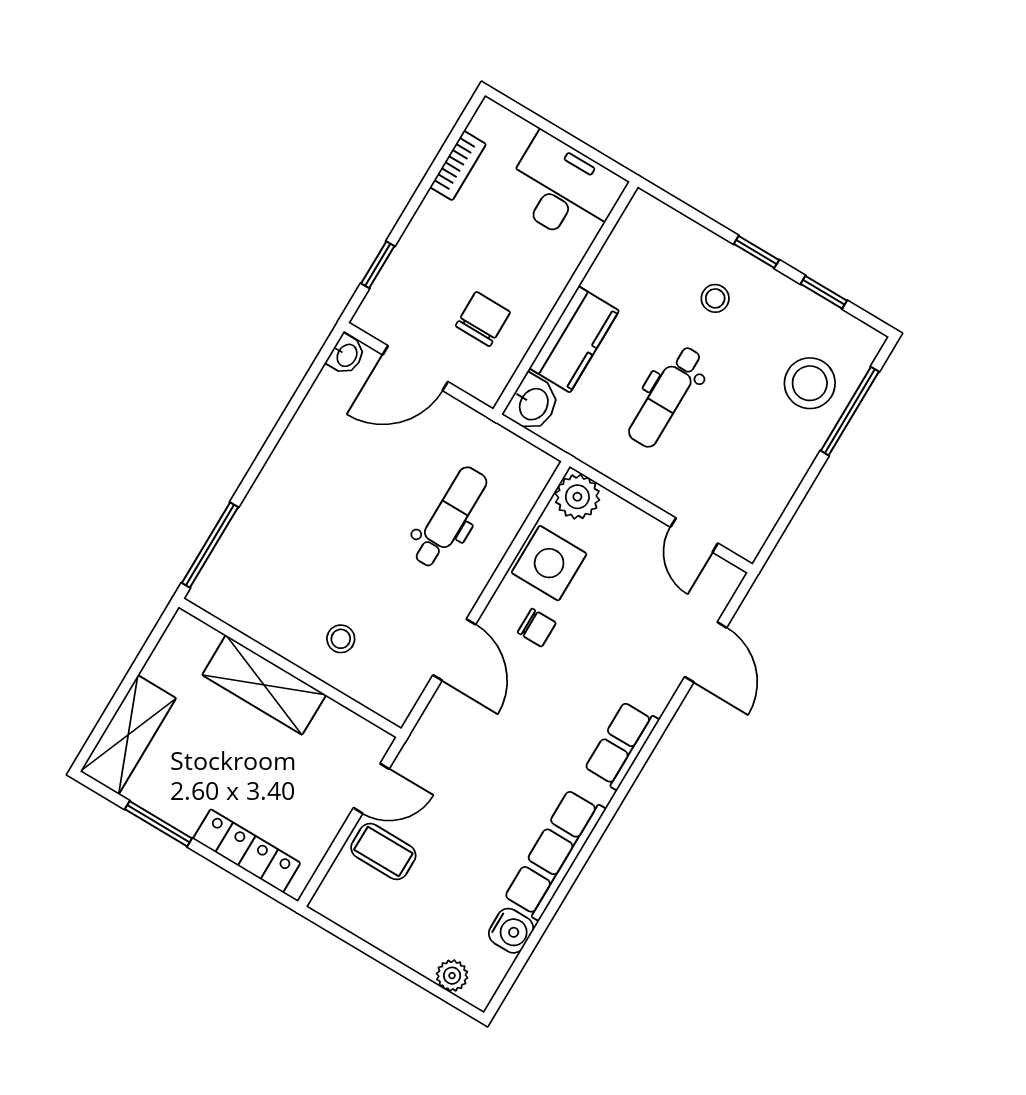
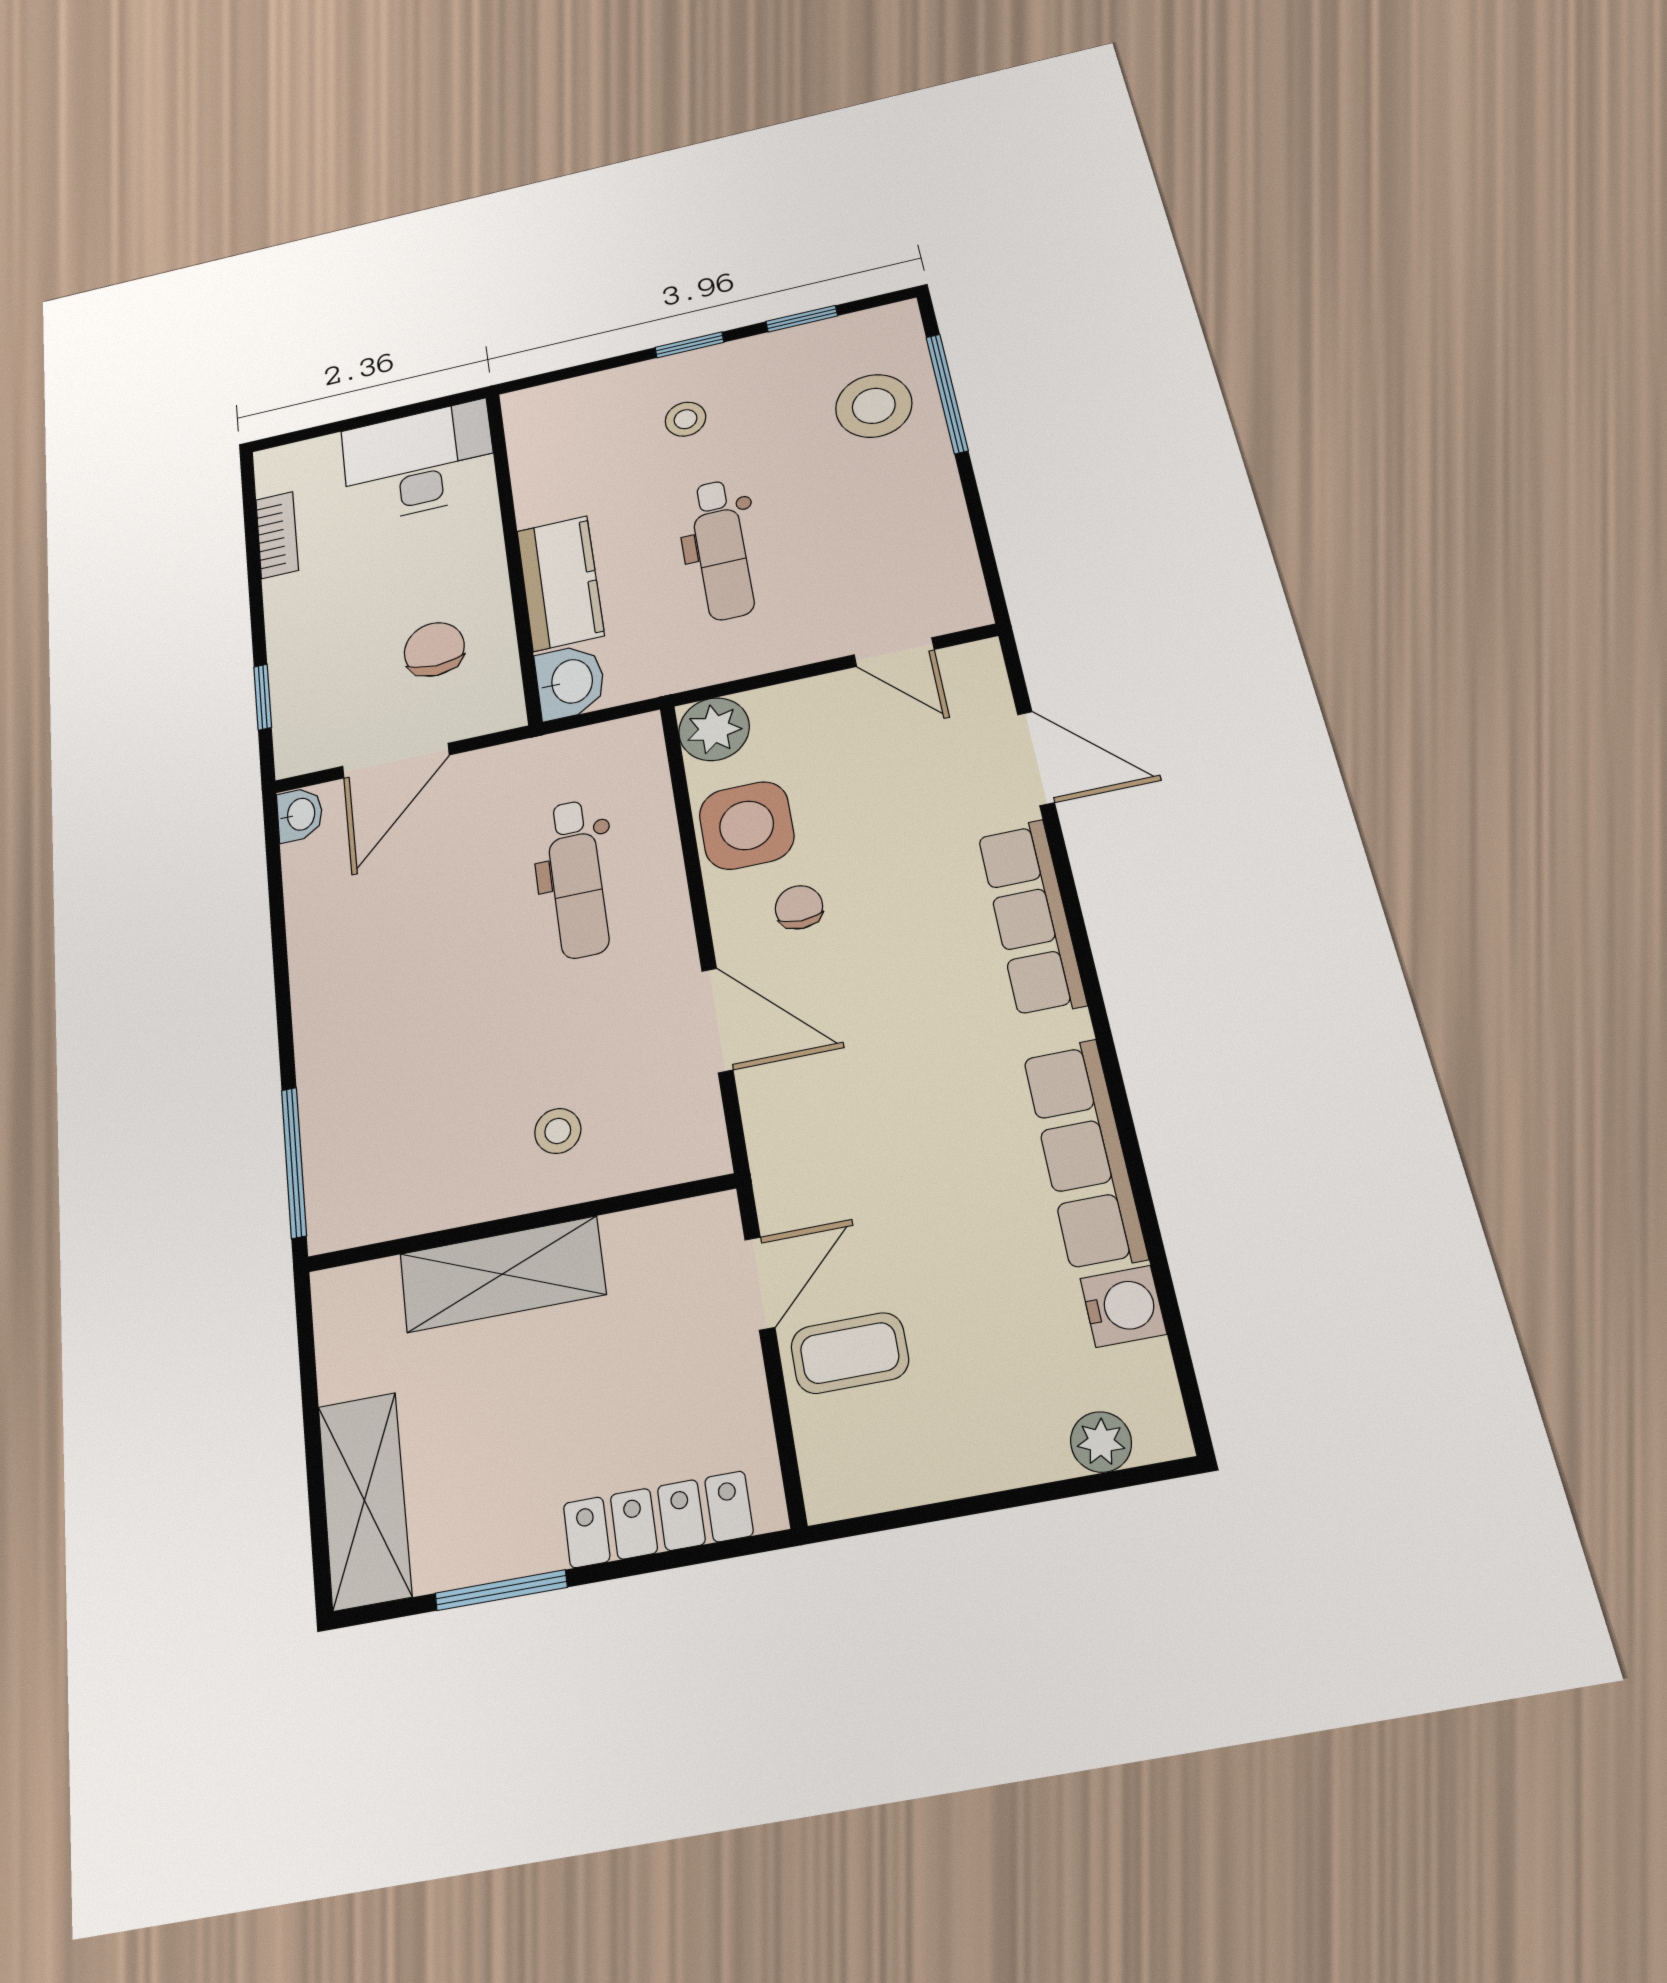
dental chair: (450, 517) -> (577, 878), turned 180
chair: (537, 628) -> (799, 907), turned -90
row of seats: (621, 745) -> (1031, 918), width x1.48

